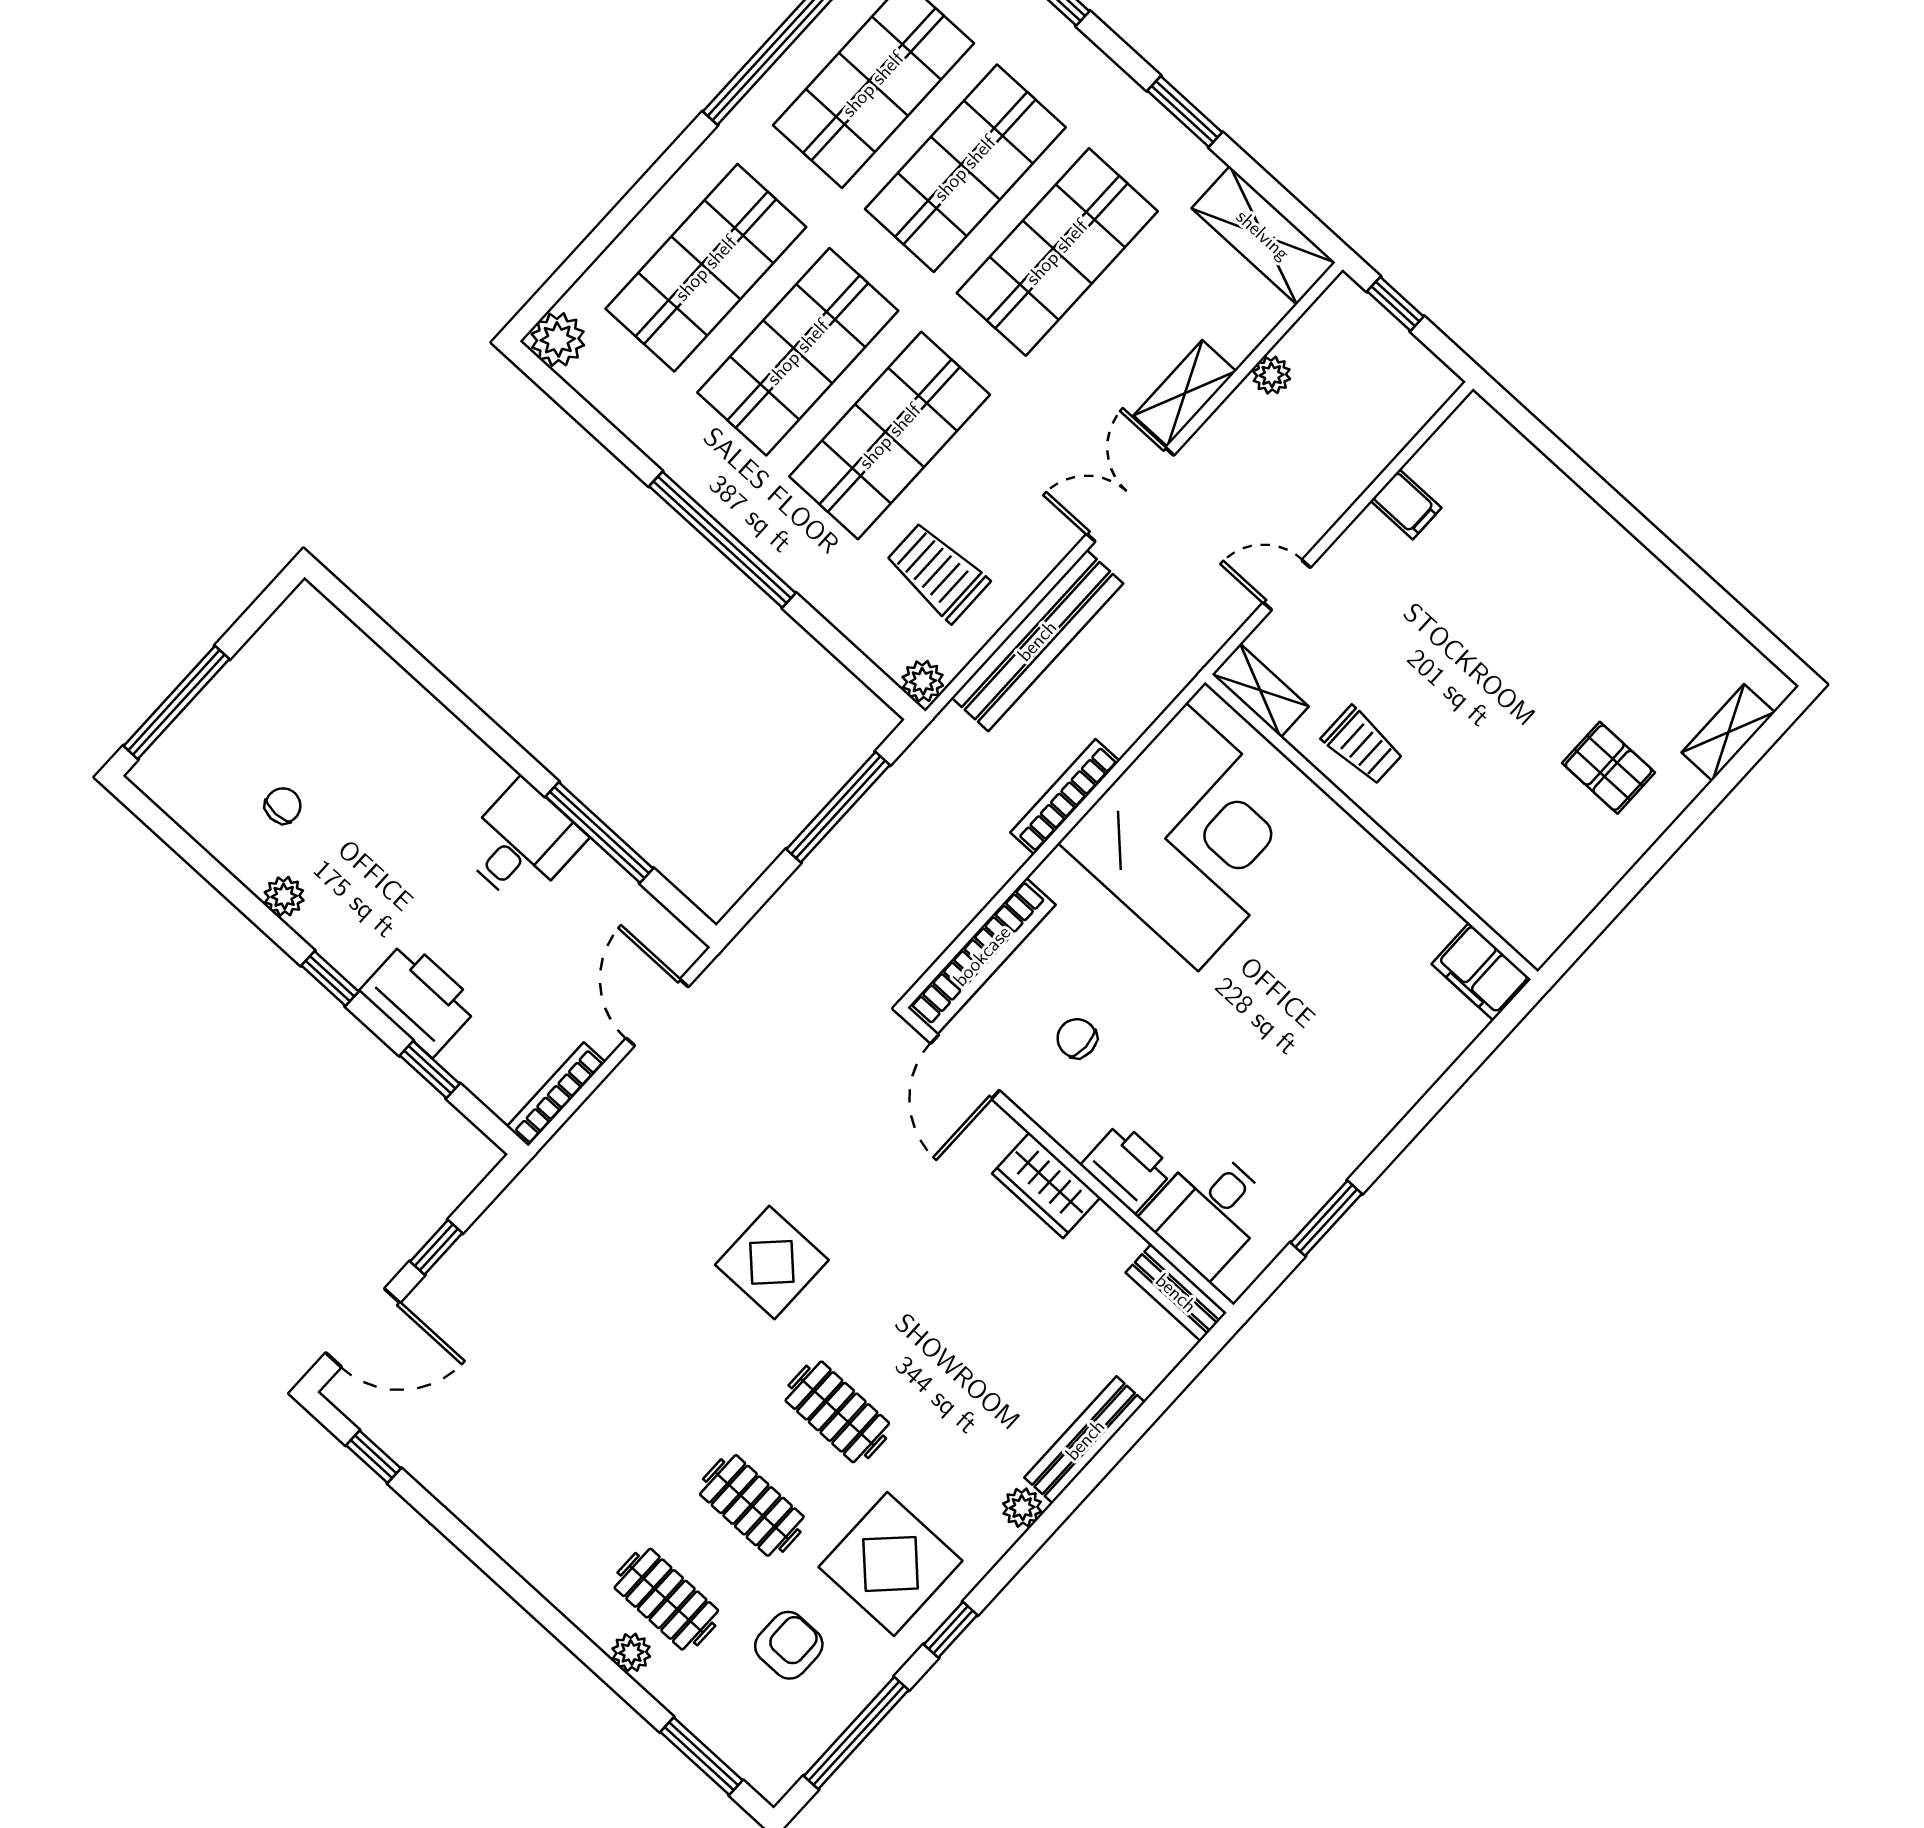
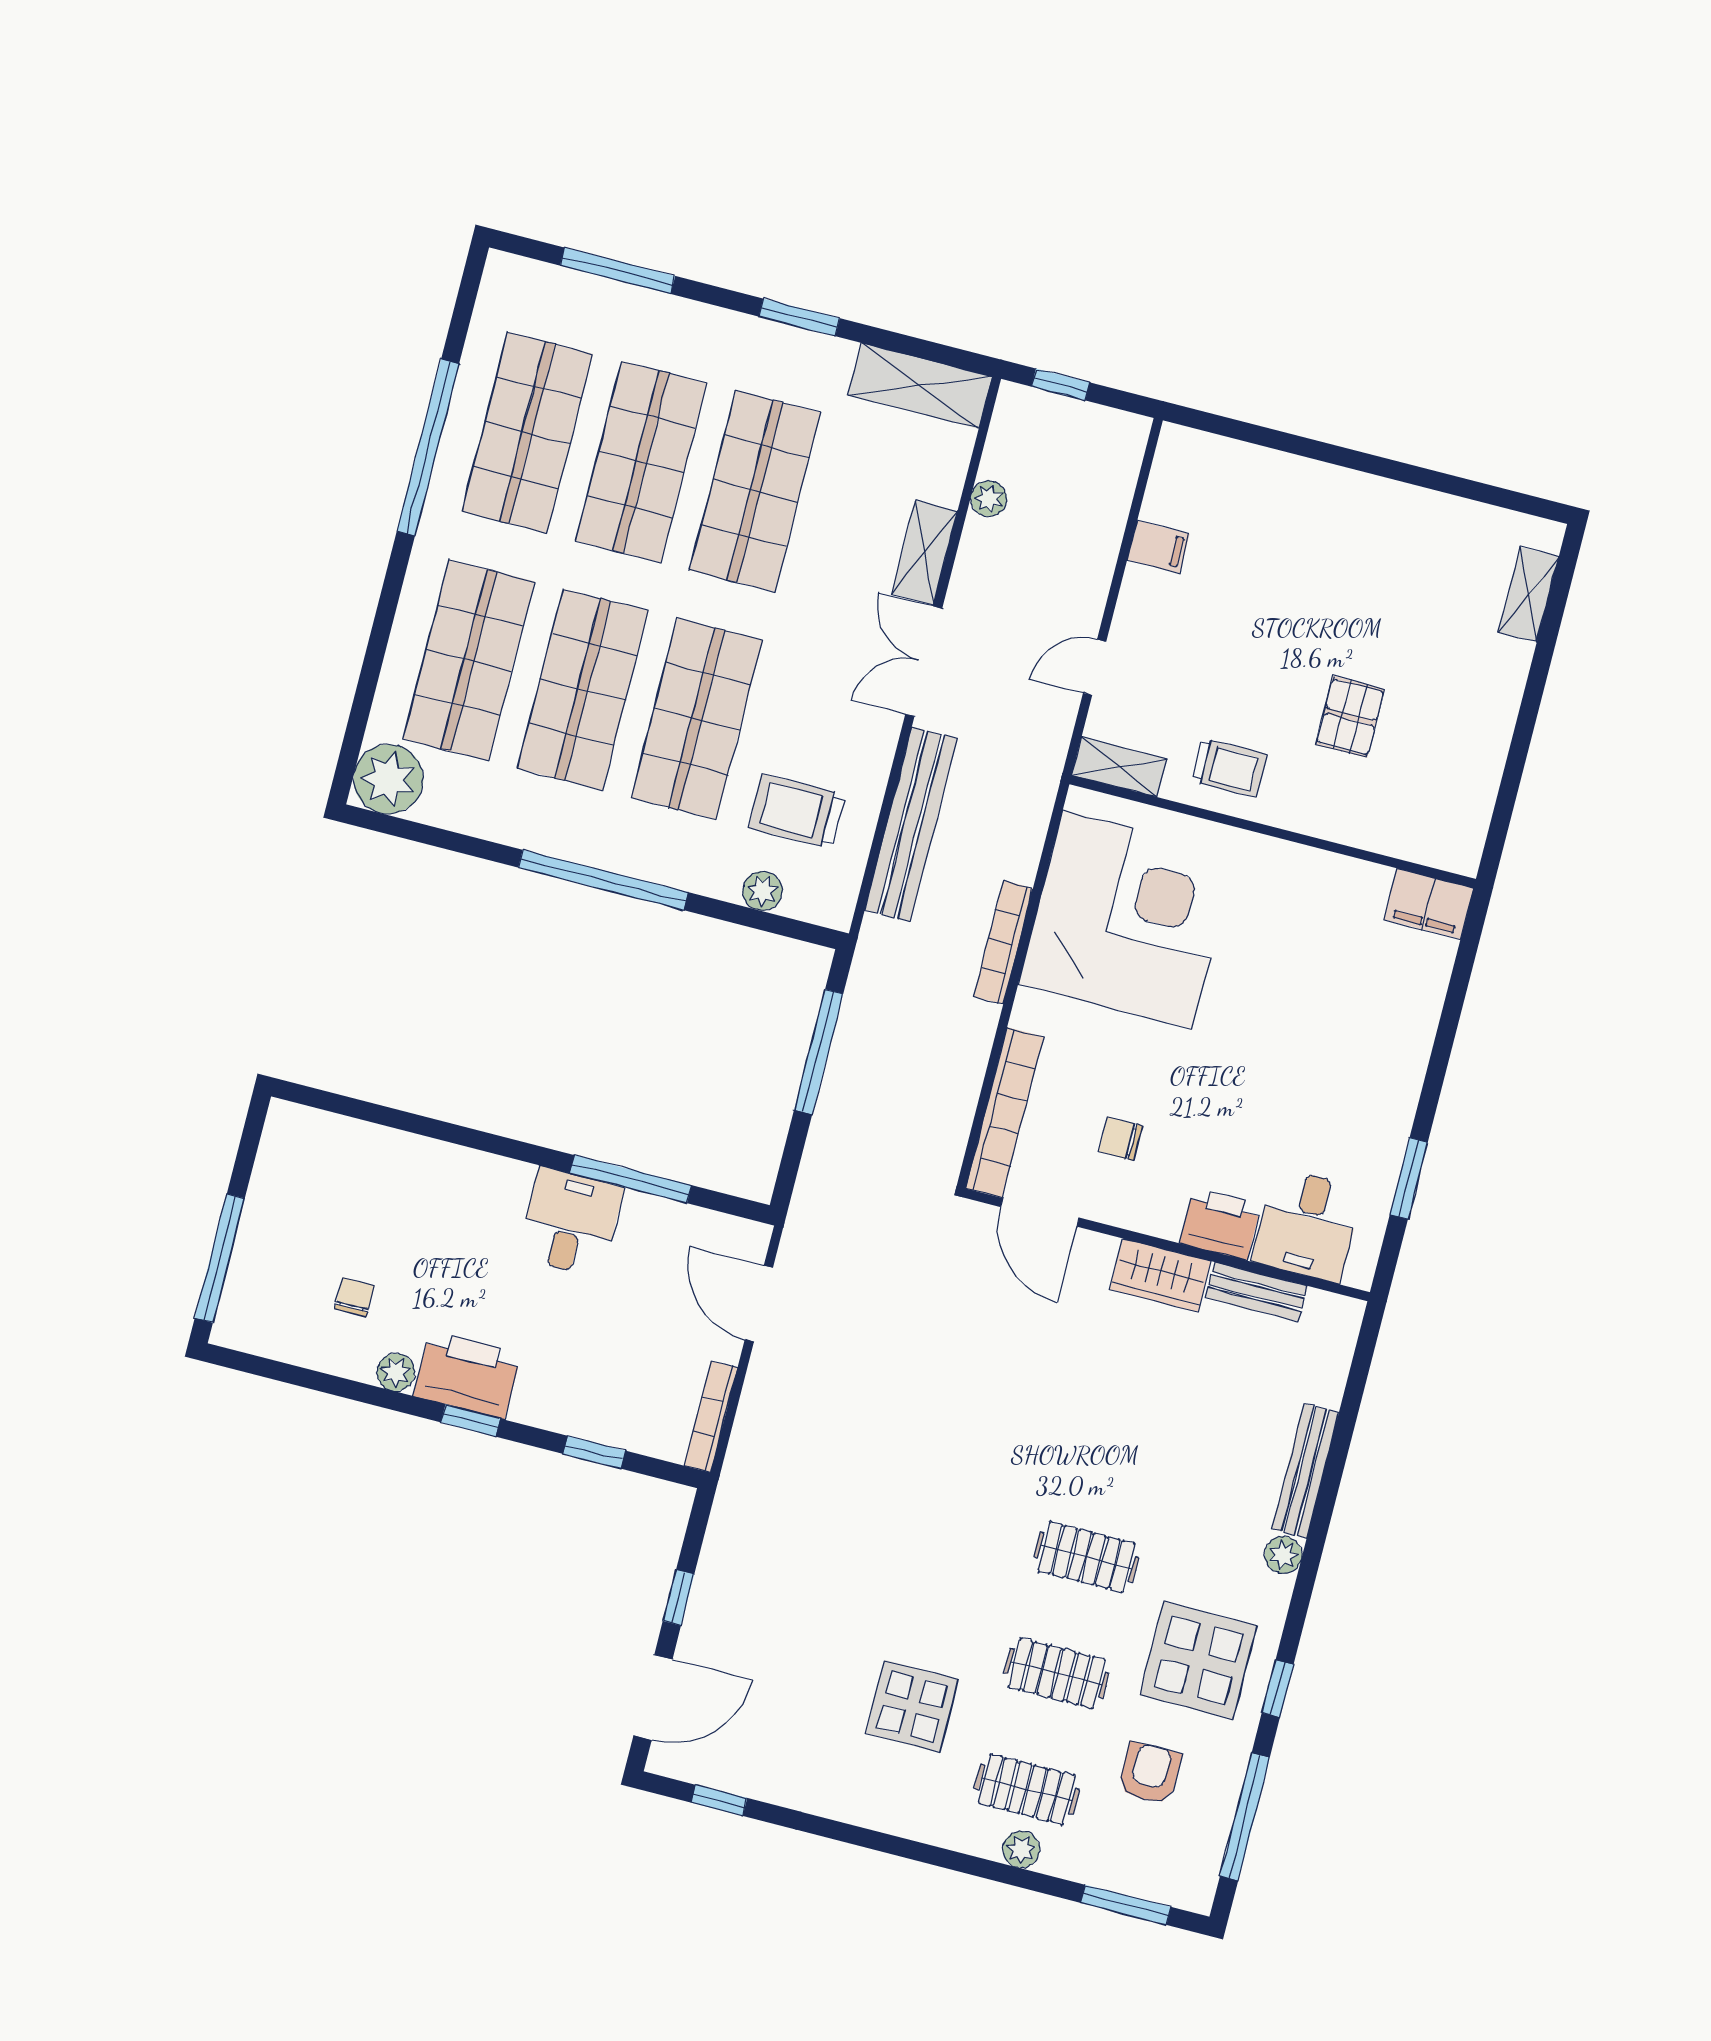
plant: (558, 340) -> (388, 779), width x1.36, depth x1.36
plant: (923, 681) -> (762, 891), moved
pallet: (1609, 768) -> (1350, 717), moved, turned 90
printer: (420, 998) -> (467, 1375), moved
display table: (772, 1262) -> (912, 1706), moved
bench: (1176, 1293) -> (1257, 1292), moved

